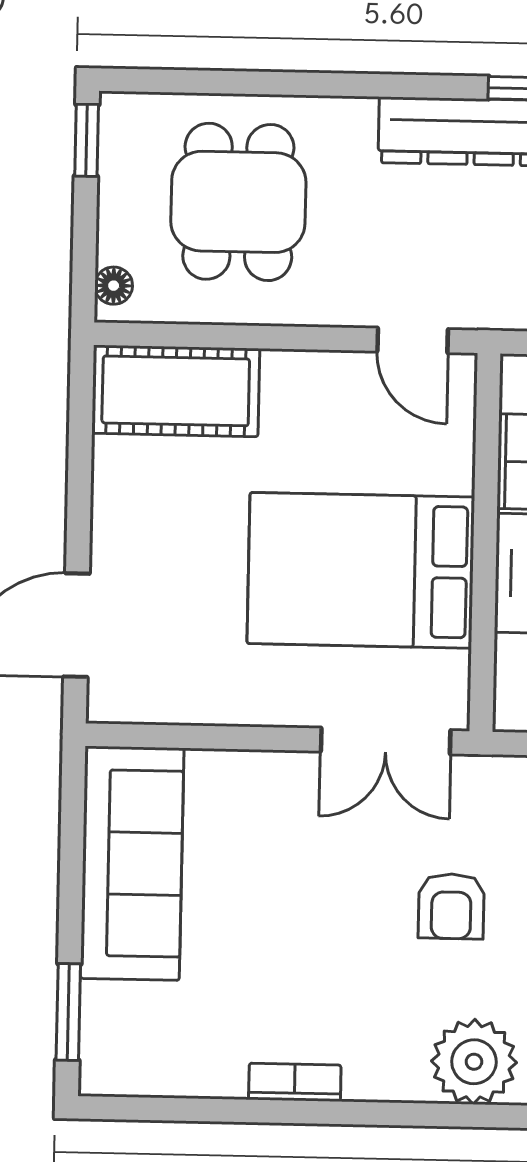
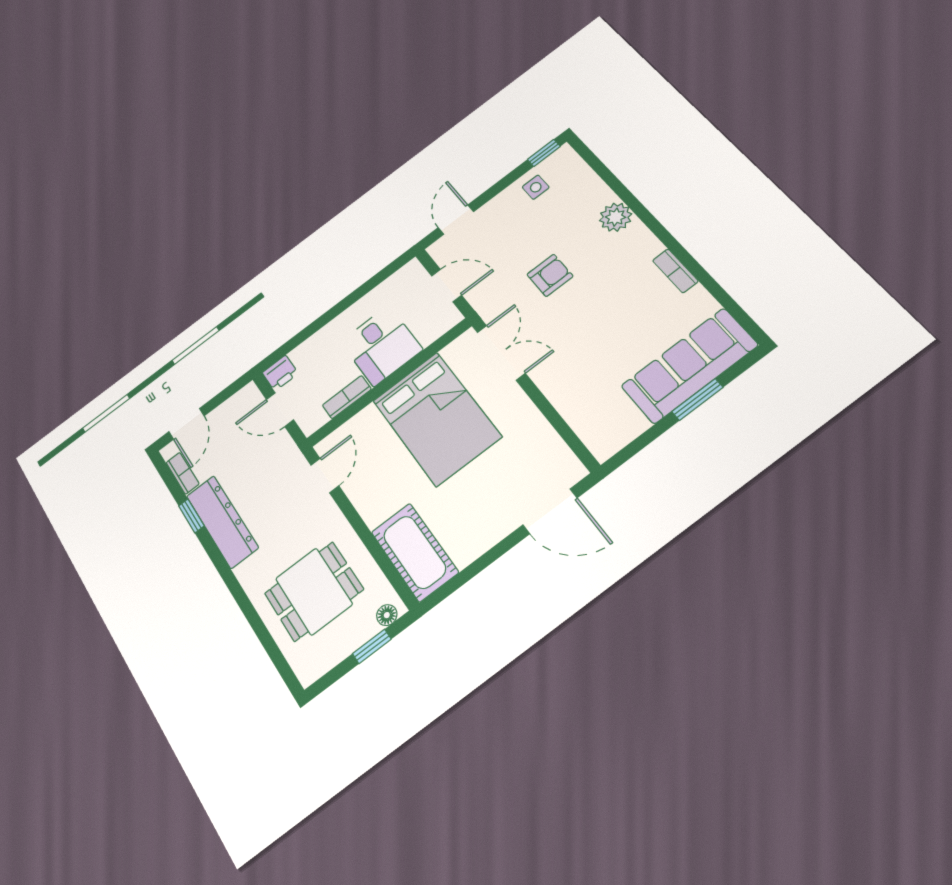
window: (87, 140) -> (372, 646), moved
sofa: (132, 863) -> (689, 366), moved
window: (68, 1012) -> (697, 400), moved
plant: (474, 1062) -> (616, 217), width x0.73, depth x0.73

